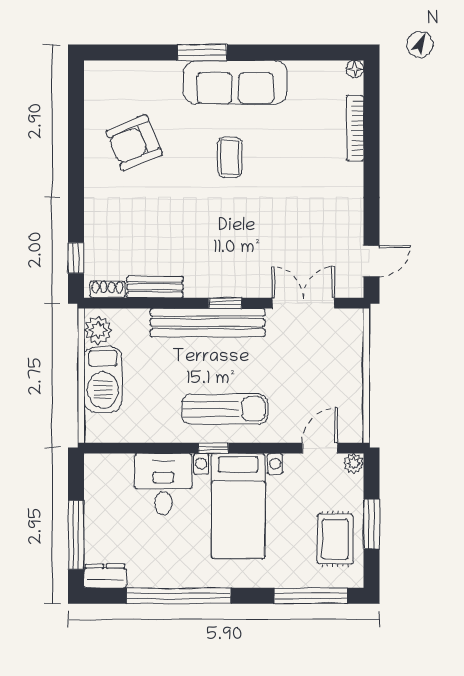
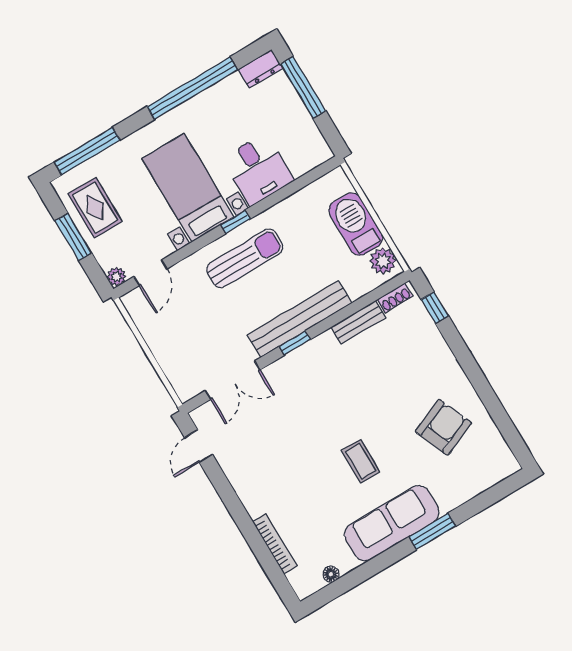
floor lamp: (355, 69) -> (331, 574), moved
sun lounger: (225, 409) -> (245, 258), turned 180

